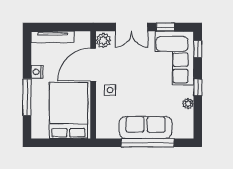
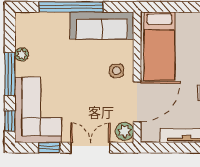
window: (198, 87) -> (10, 74), width x2.17
bed: (68, 110) -> (159, 46), width x0.67
sofa: (146, 127) -> (102, 26), moved

